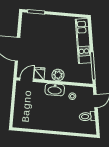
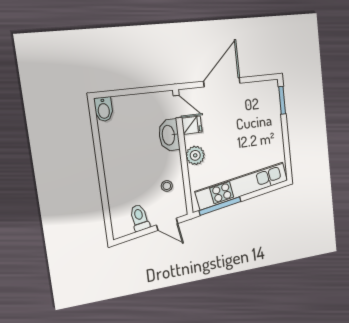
kitchen unit: (83, 41) -> (242, 186), width x1.36
washbasin: (55, 90) -> (169, 135), moved
bidet: (20, 123) -> (104, 109), added

